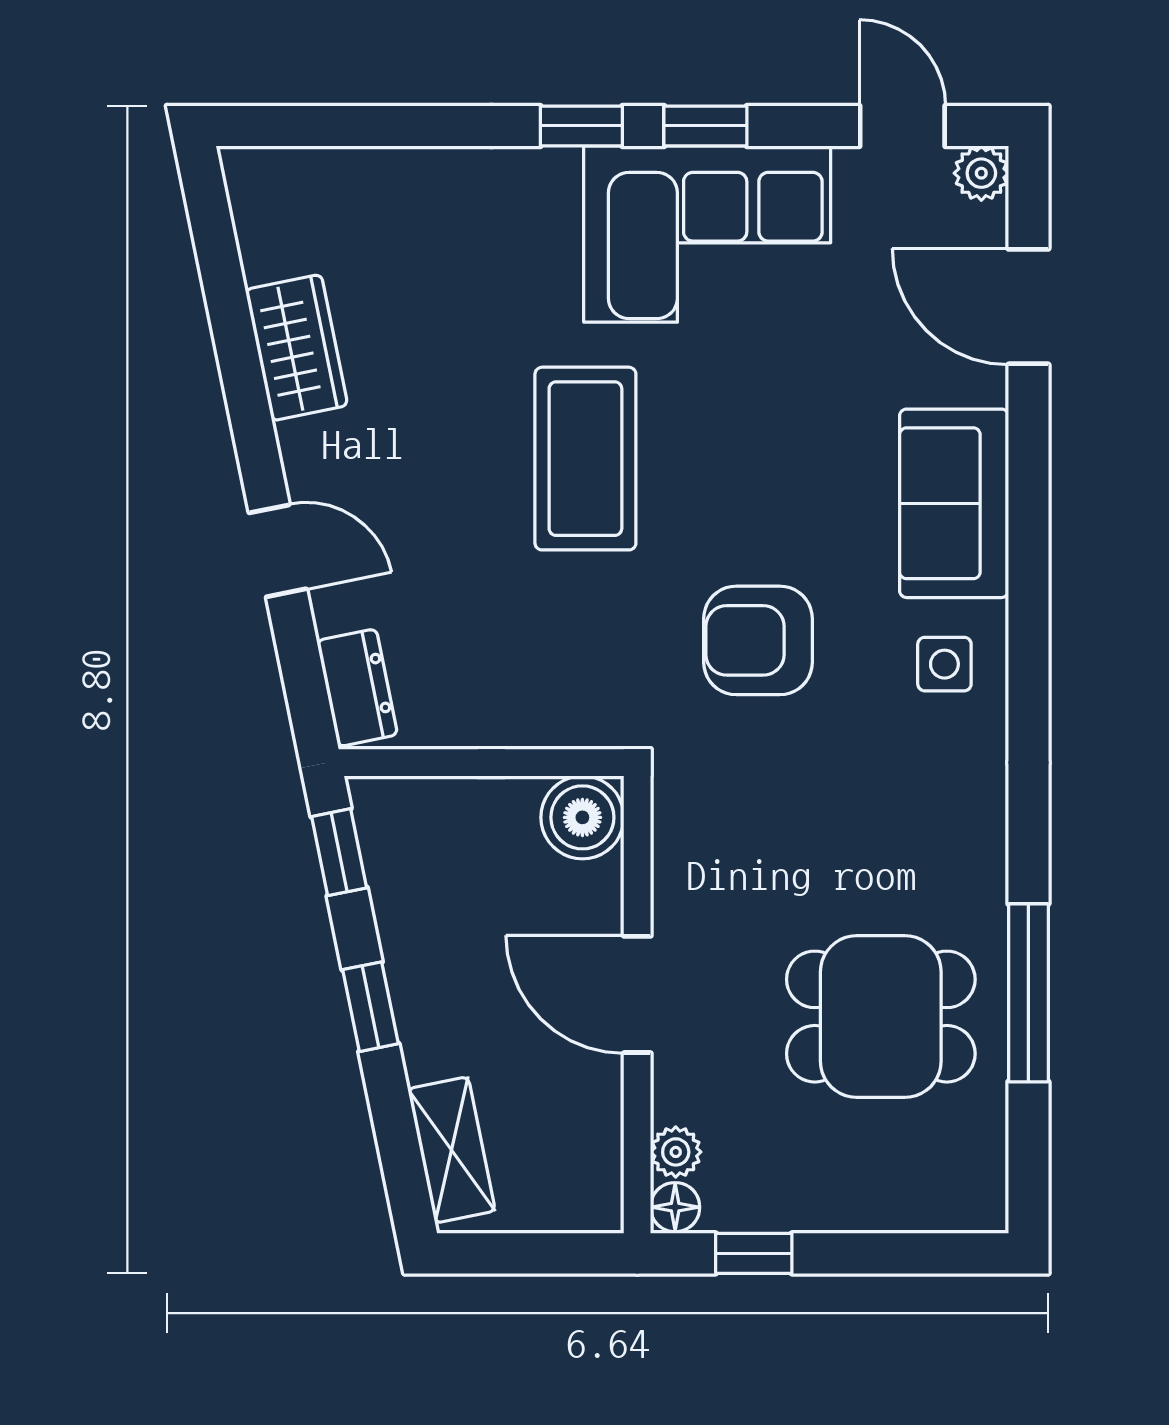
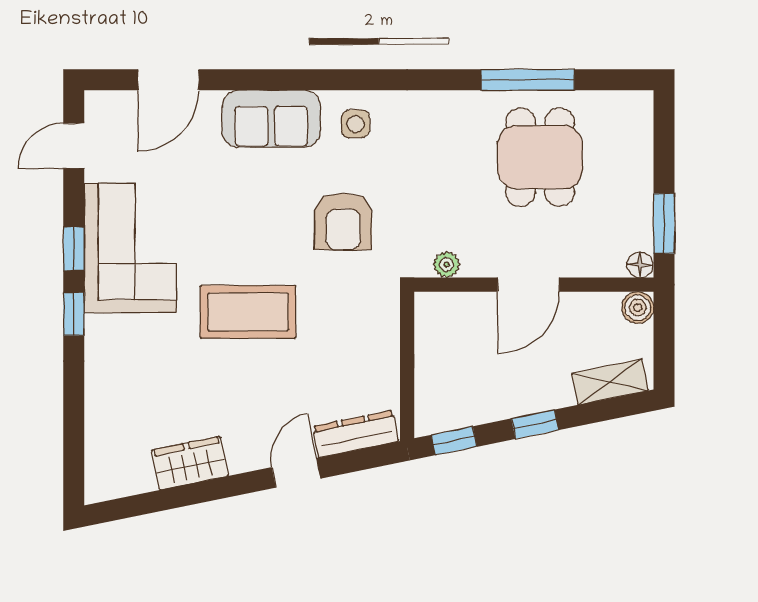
plant: (981, 173) -> (98, 105), removed
dresser: (357, 688) -> (356, 434), width x1.44
boiler: (582, 817) -> (638, 308), moved, width x0.73, depth x0.73
plant: (676, 1152) -> (446, 265), moved
window: (754, 1253) -> (664, 224), width x1.50

